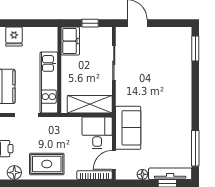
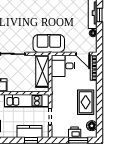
sofa: (128, 128) -> (49, 43), moved

